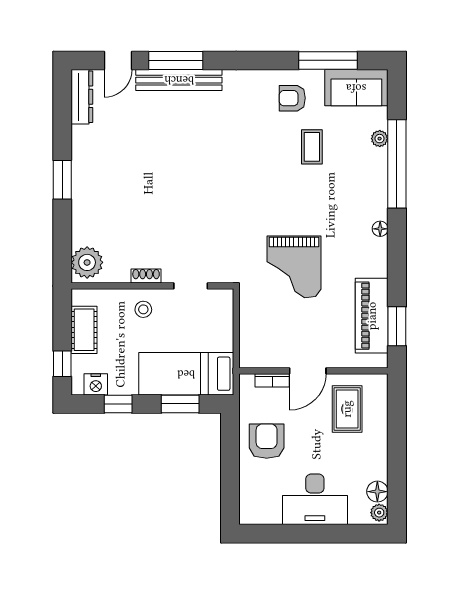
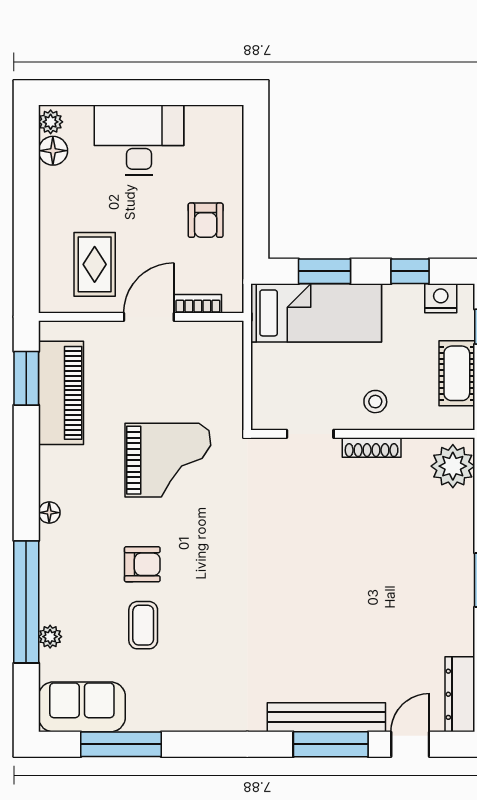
armchair: (292, 98) -> (142, 564), moved
grand piano: (294, 267) -> (168, 460), turned 90
shoe rack: (146, 276) -> (372, 448), width x1.43
armchair: (267, 441) -> (206, 220), width x0.72, depth x0.72

